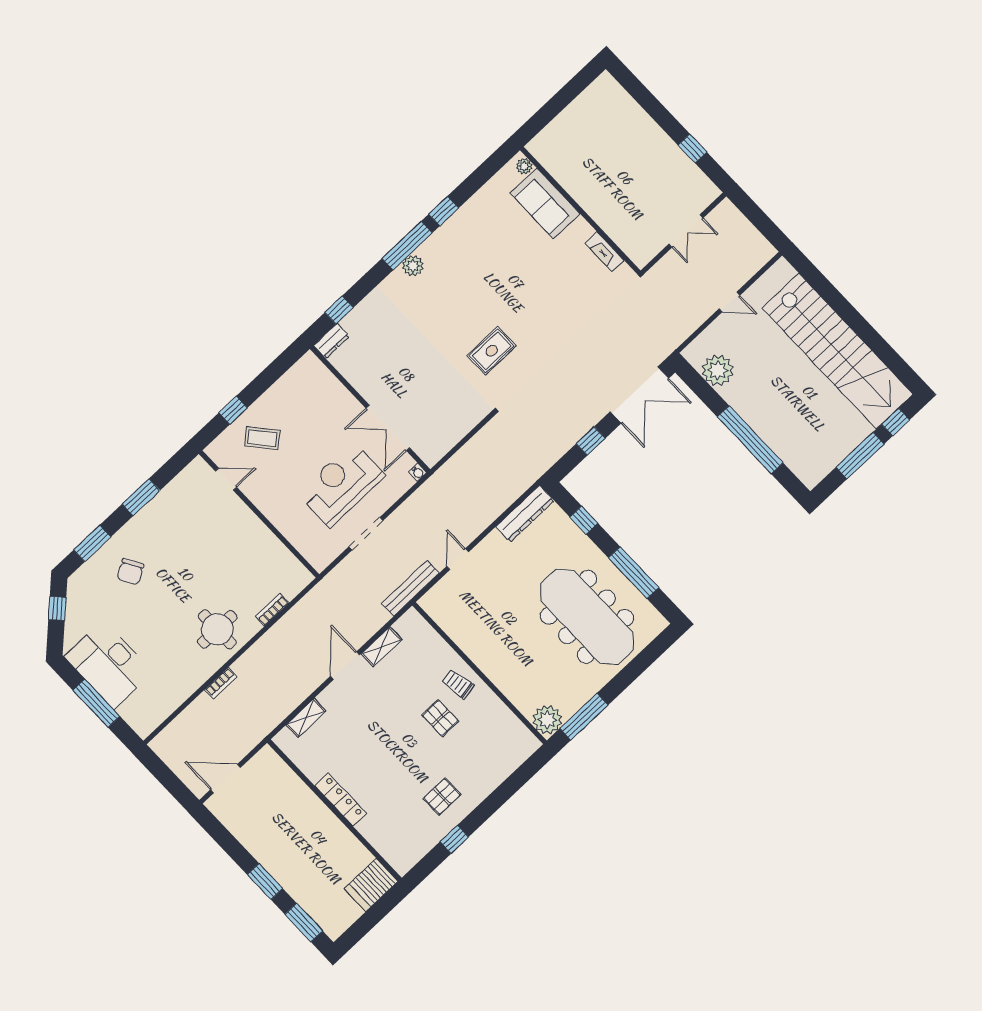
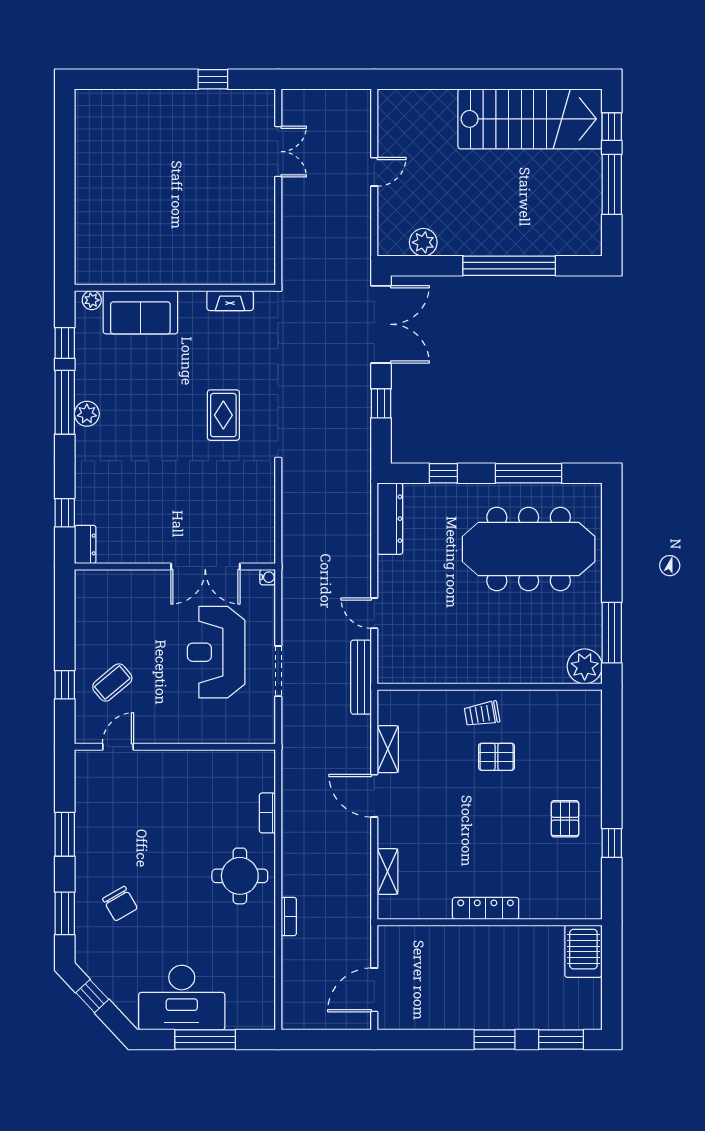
plant: (524, 166) -> (92, 300), moved
sofa: (545, 203) -> (140, 312), moved
wall: (580, 210) -> (175, 288), moved
fireplace: (605, 252) -> (230, 301), moved
stairs: (838, 351) -> (530, 119), width x0.73
plant: (718, 370) -> (423, 242), width x0.73, depth x0.73

